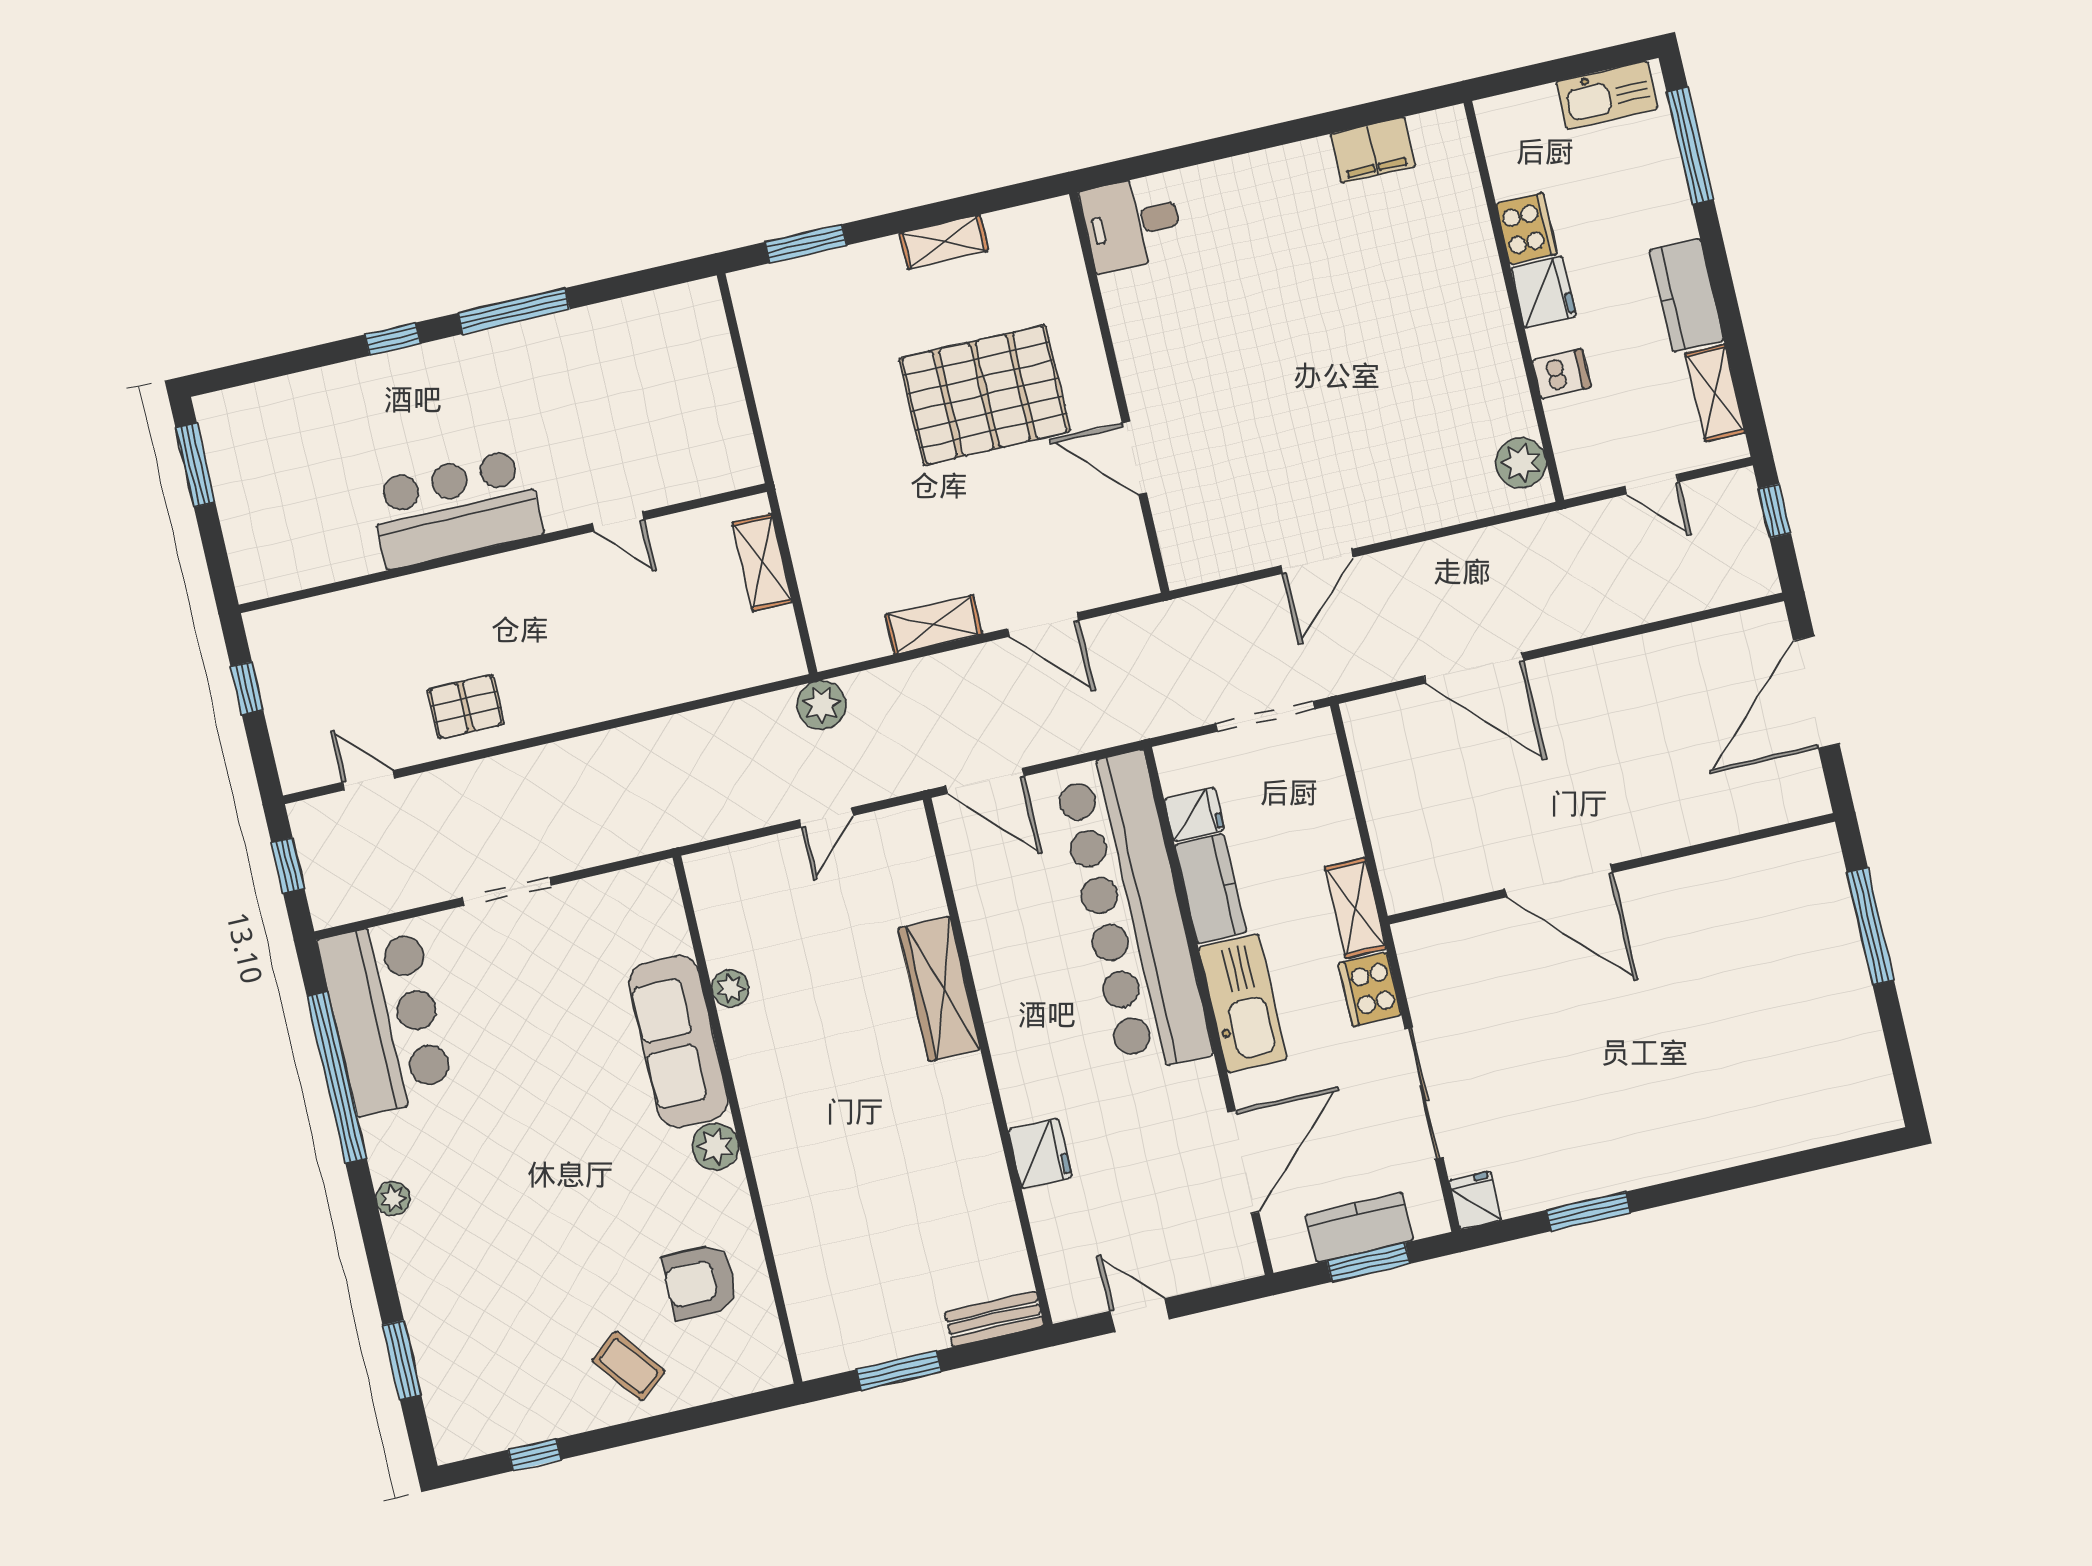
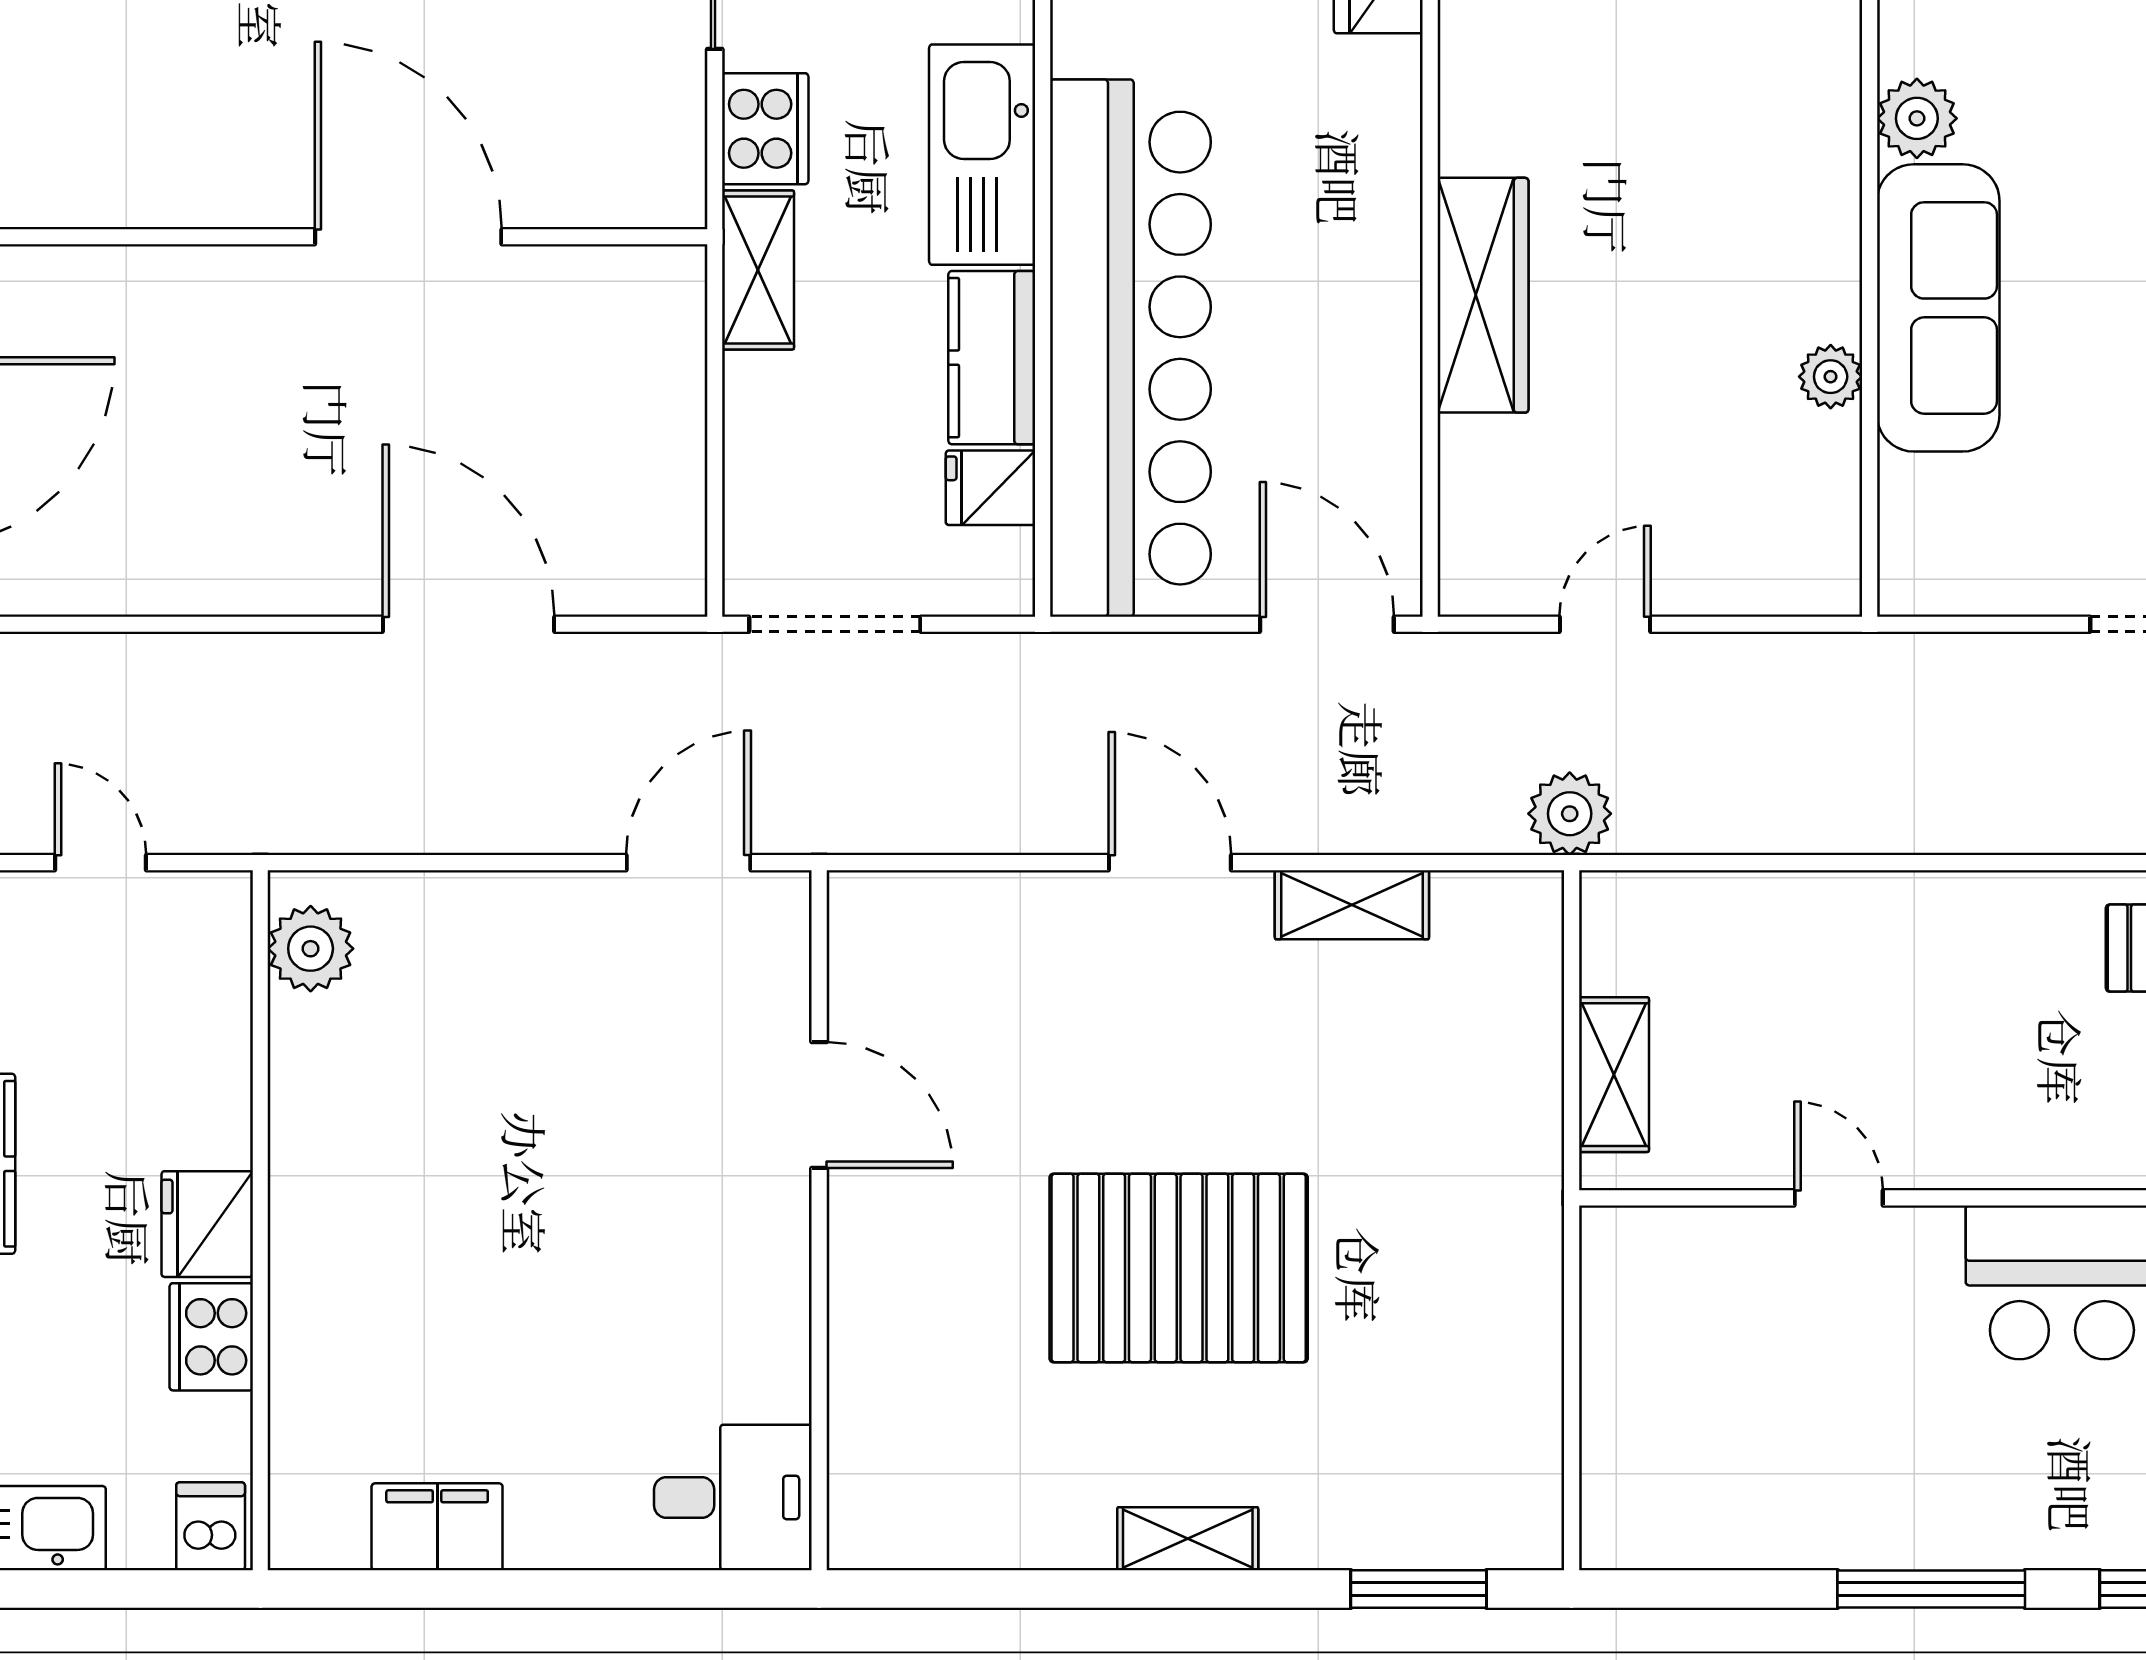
desk: (1132, 223) -> (733, 1497), moved
dishwasher: (1561, 374) -> (211, 1526), moved, turned 90
wall: (1119, 392) -> (819, 1220), moved
door: (1134, 458) -> (819, 1105), moved

